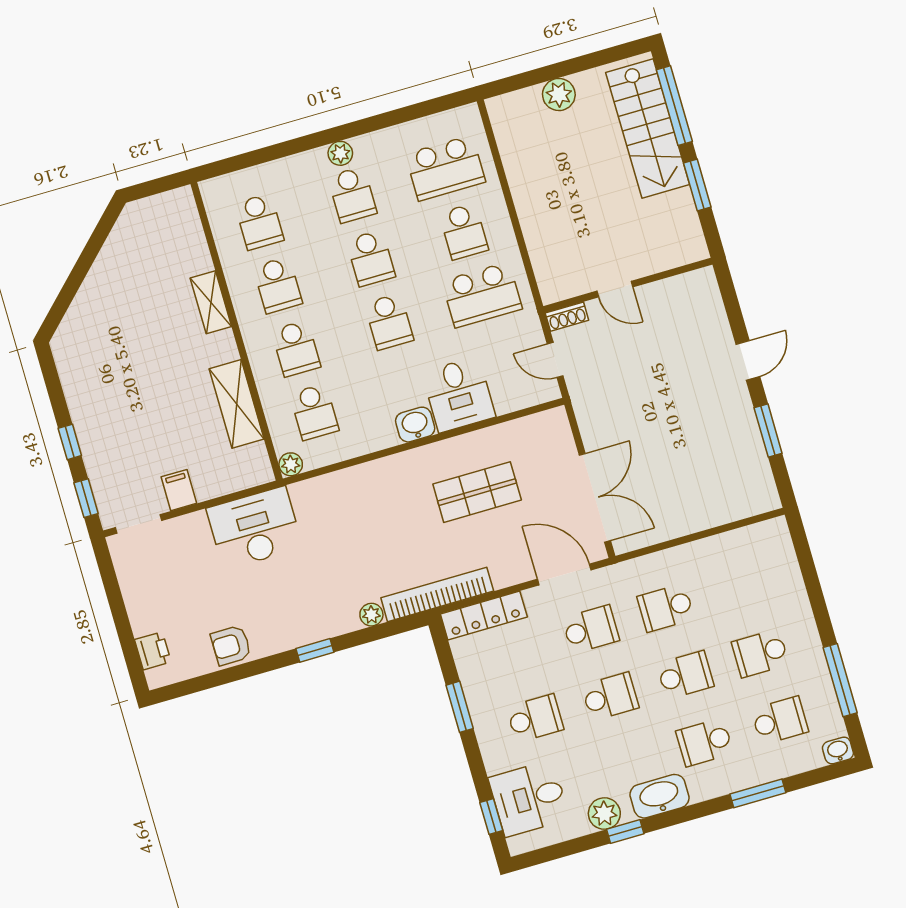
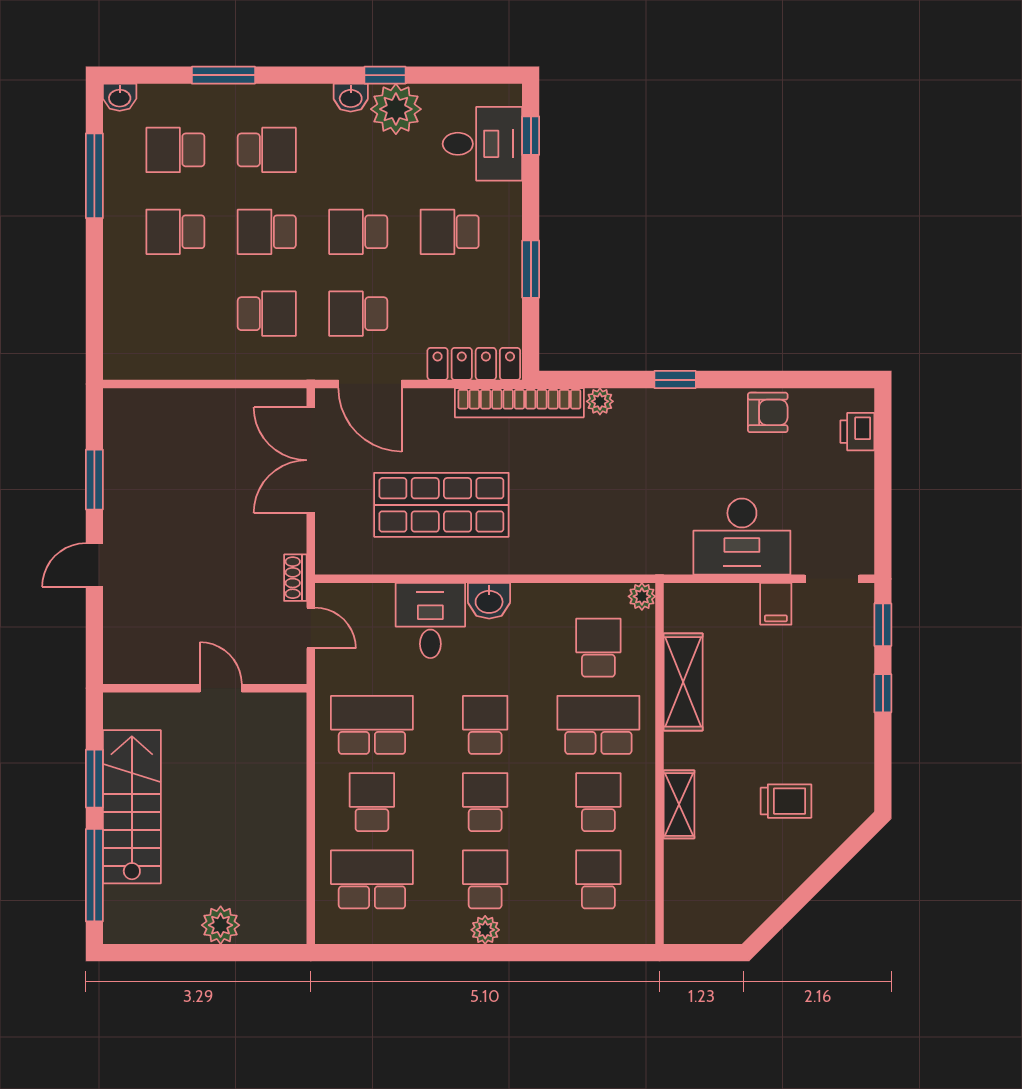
stairs: (648, 129) -> (132, 807), moved
shoe rack: (567, 317) -> (295, 578), moved, turned -90
trolley: (124, 330) -> (786, 801), added
school desk: (296, 349) -> (598, 725), width x1.85
shop shelf: (477, 492) -> (441, 505), width x1.43, depth x1.36
desk: (255, 528) -> (742, 537), moved
school desk: (760, 653) -> (175, 232), turned 180
washbasin: (660, 796) -> (351, 98), width x0.52, depth x0.69
plant: (604, 814) -> (396, 109), width x1.36, depth x1.36

